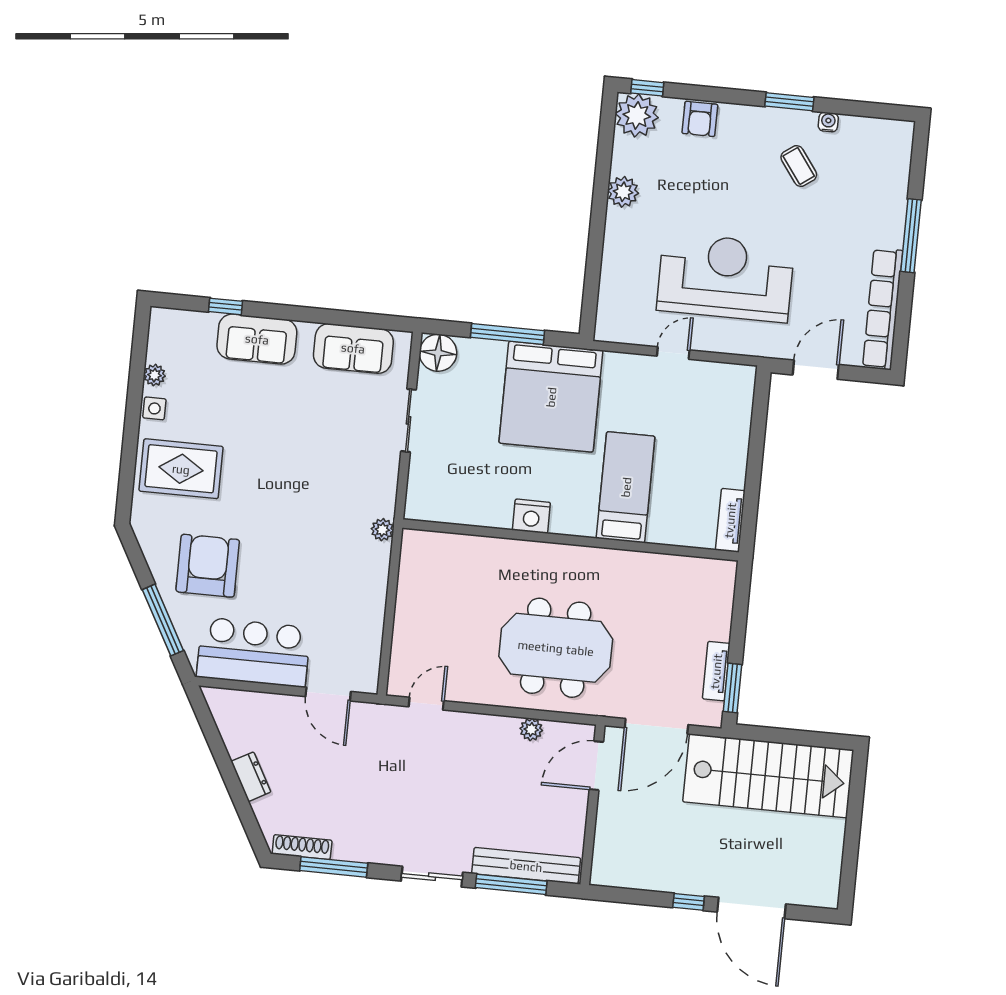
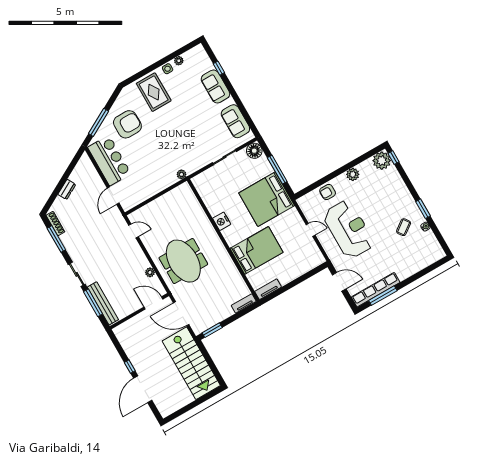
armchair: (700, 119) -> (328, 192), moved
window: (911, 236) -> (383, 296), moved
bed: (626, 487) -> (257, 250), width x1.50
tv unit: (716, 671) -> (244, 303), moved

